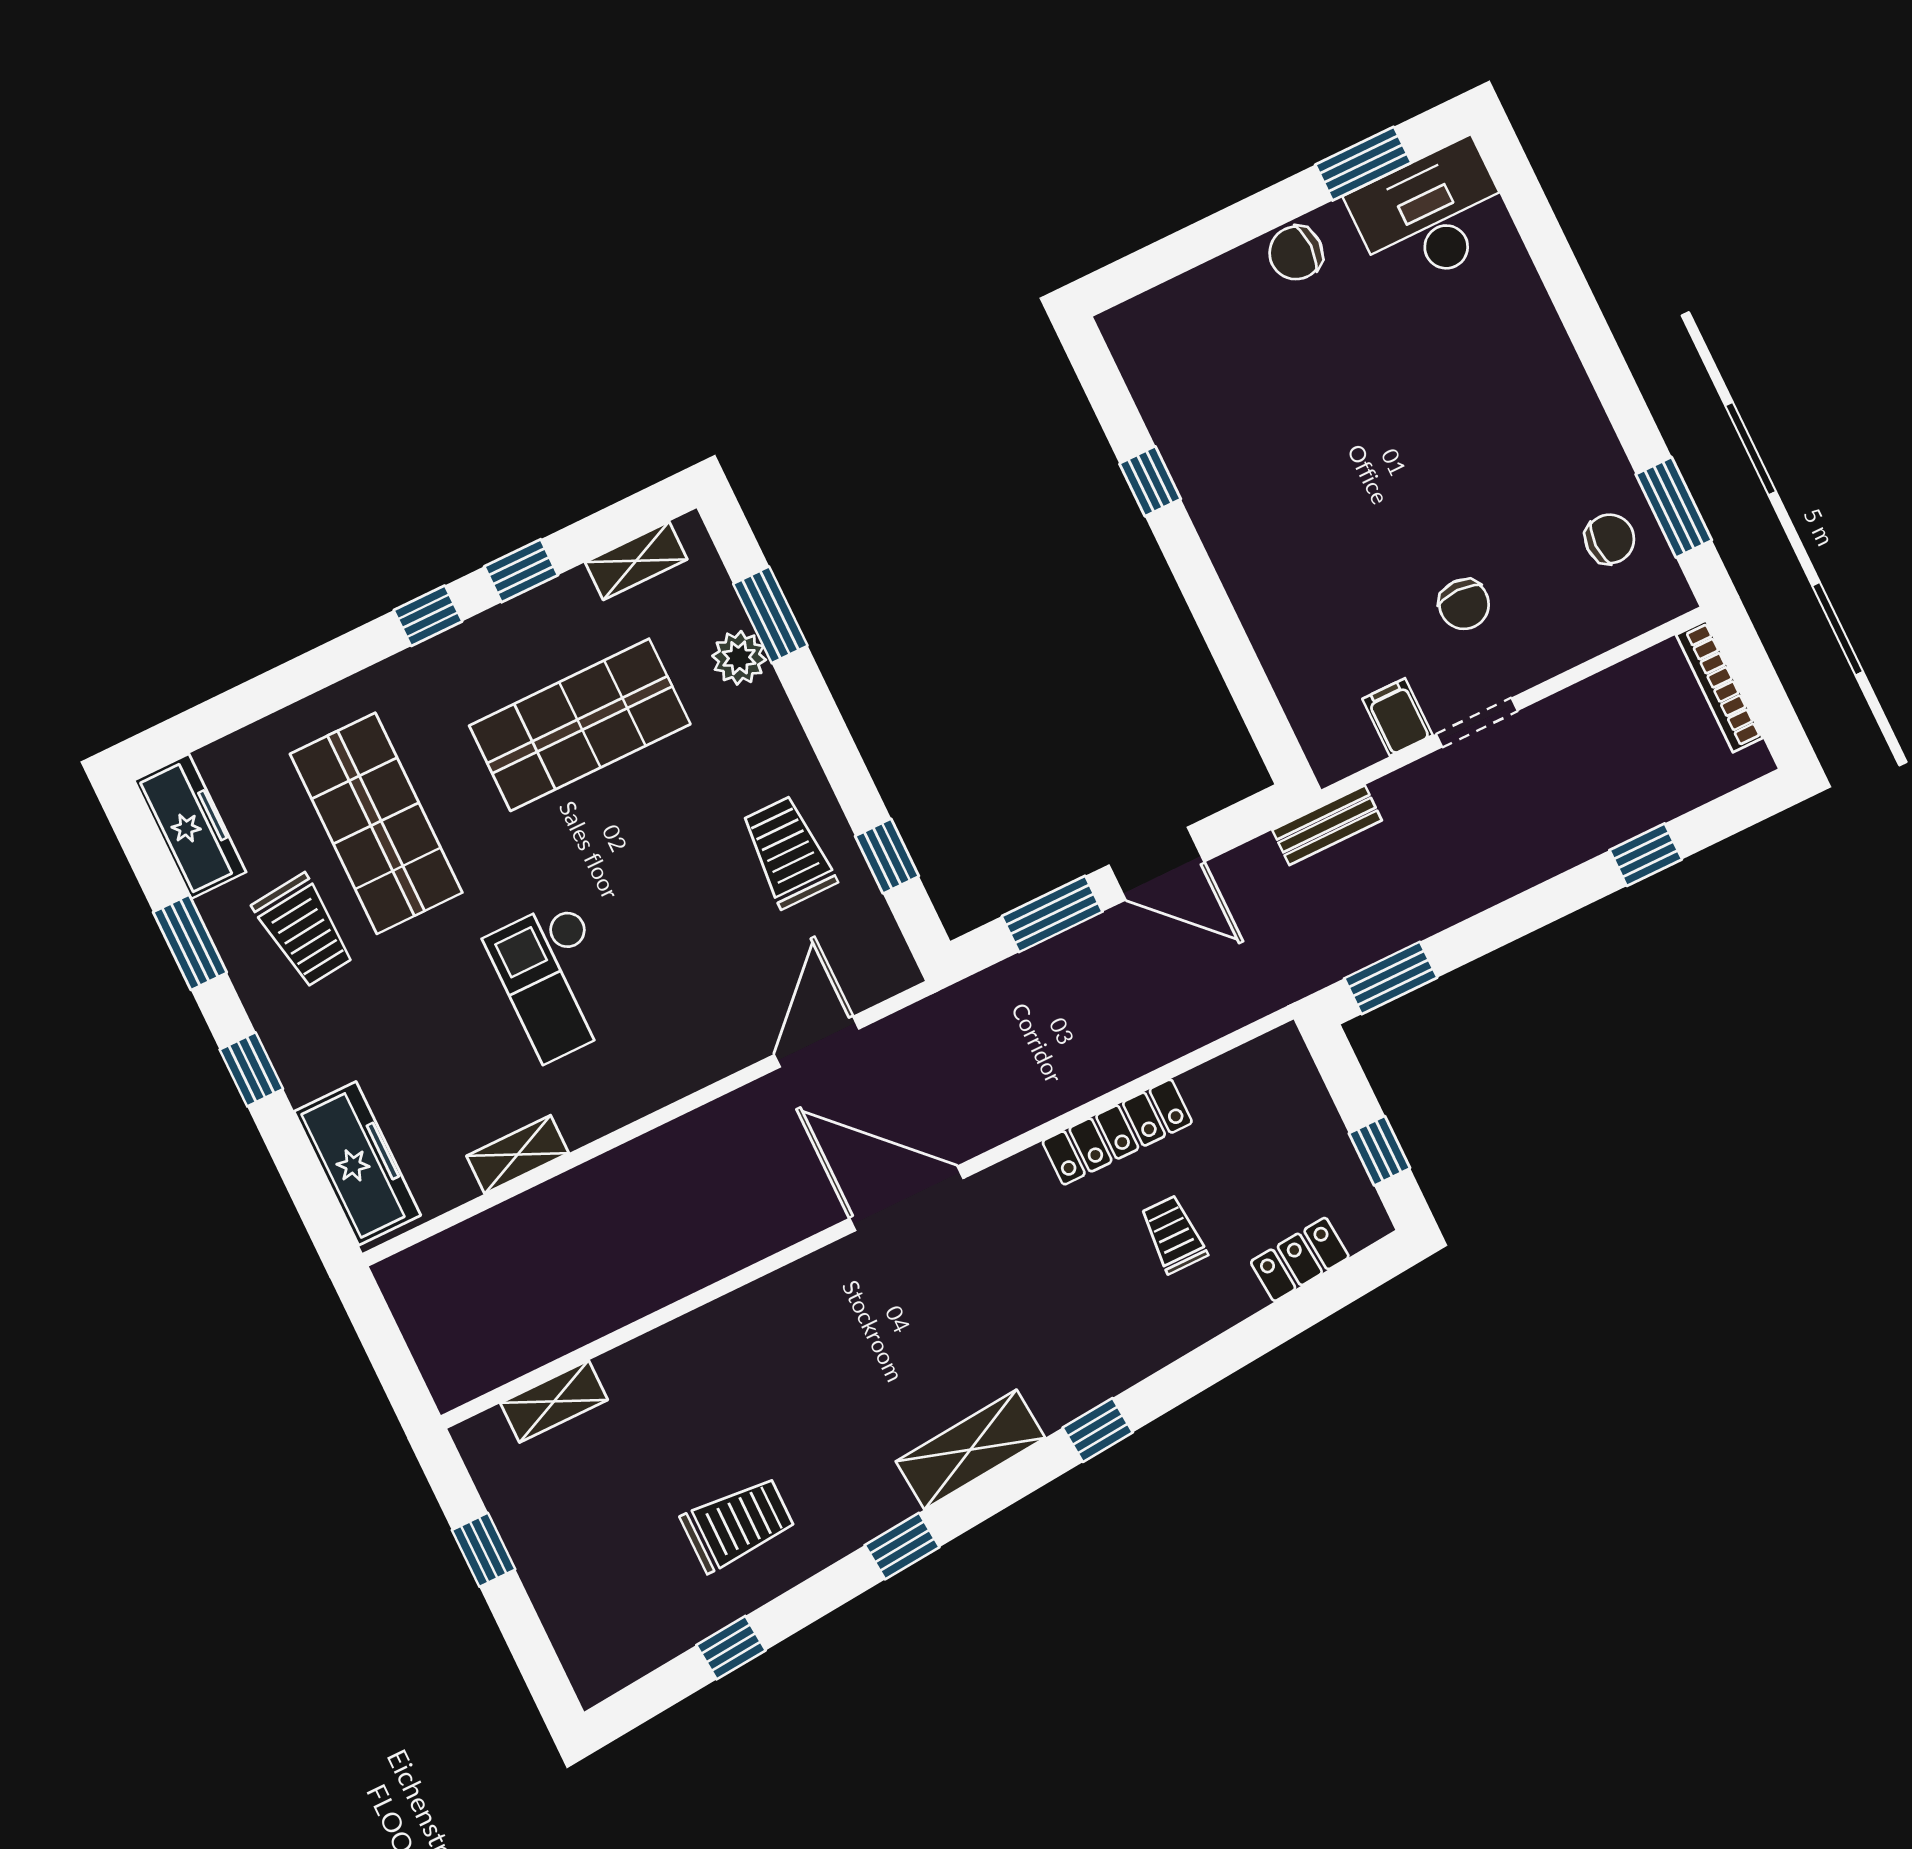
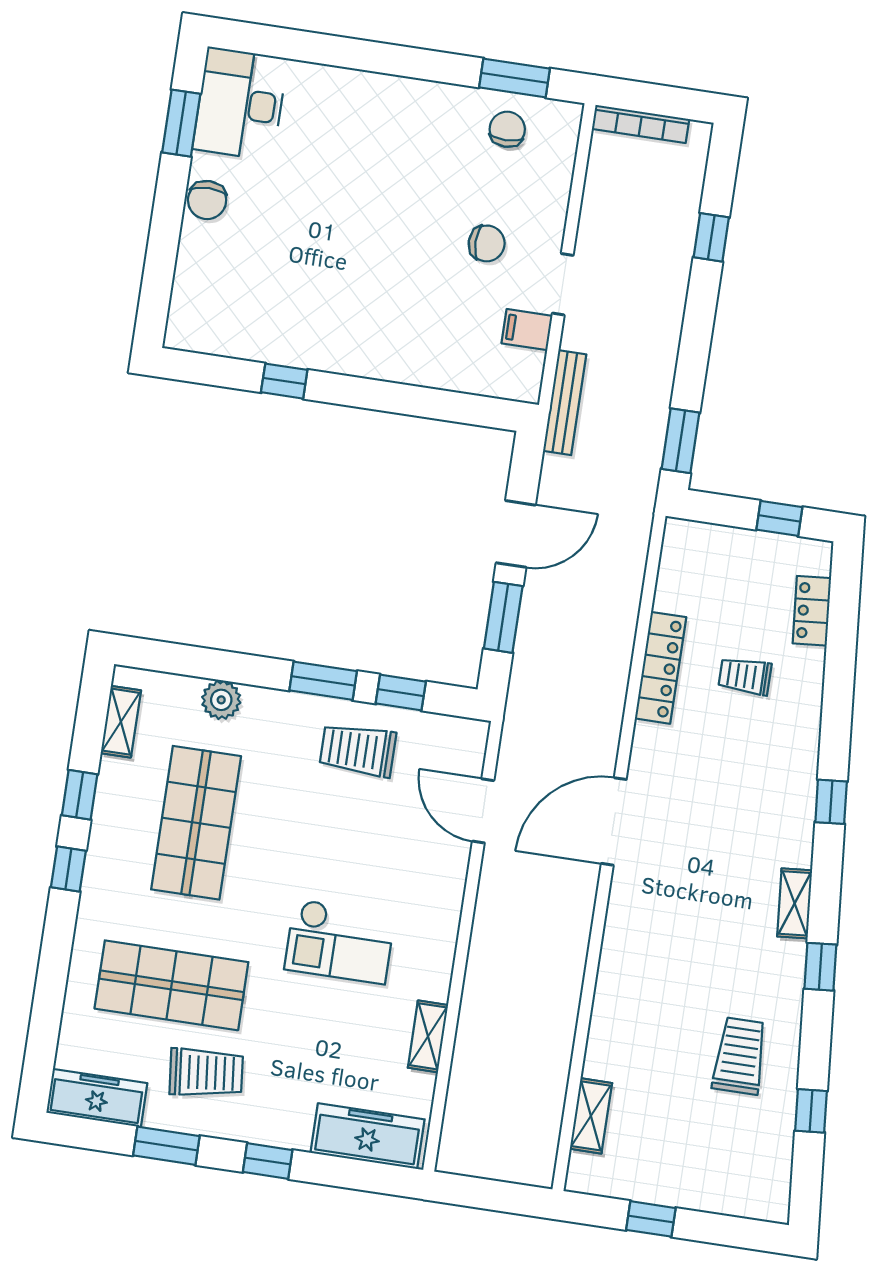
window: (770, 615) -> (323, 681), moved
bench: (1327, 825) -> (565, 403), width x1.36
shelving: (970, 1450) -> (795, 903), width x0.67, depth x0.75

